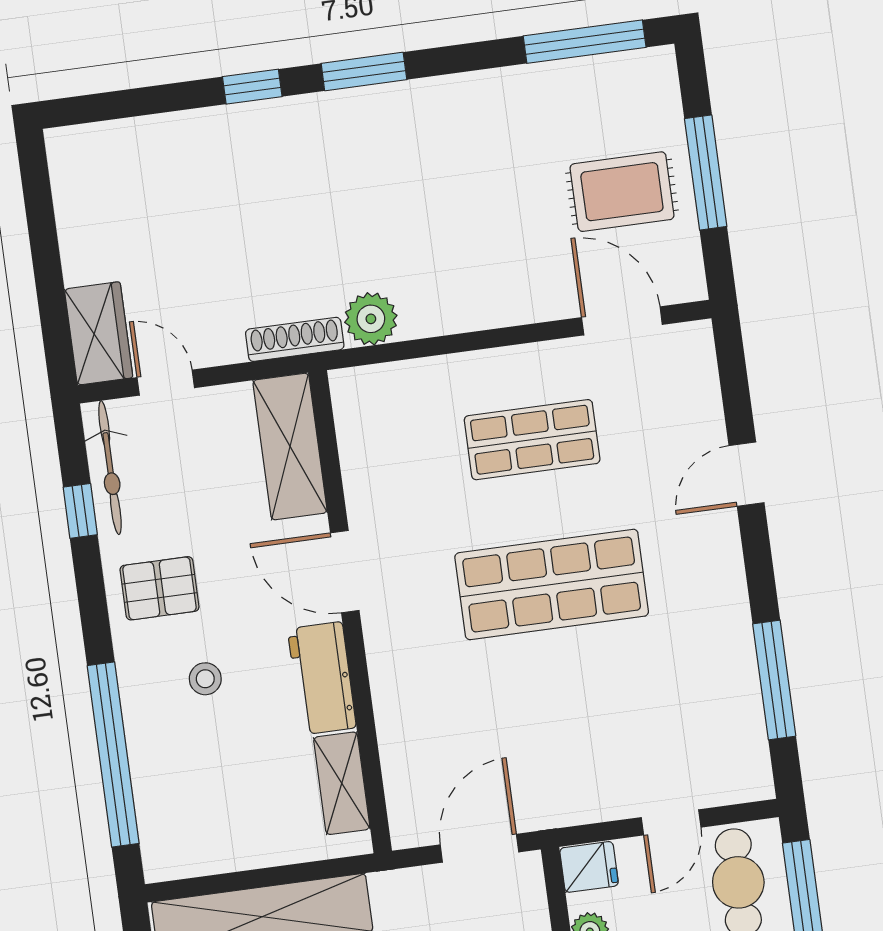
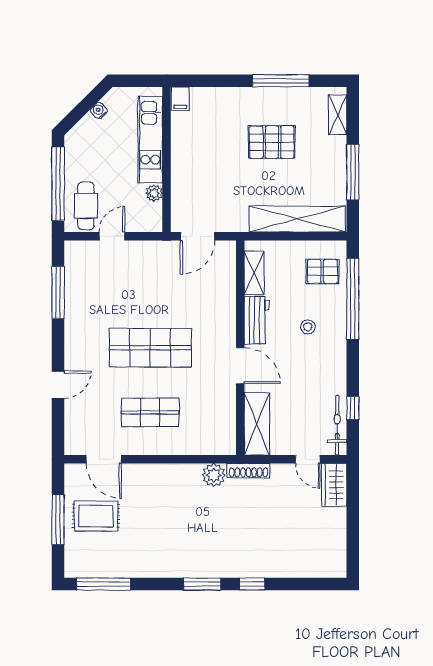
pallet: (160, 588) -> (322, 271), moved
fridge: (589, 867) -> (151, 222), removed

